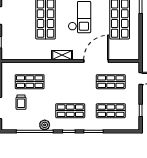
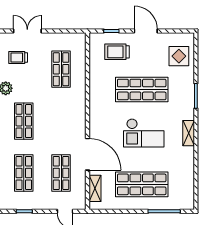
trolley: (16, 38) -> (117, 52), added
shelving: (62, 55) -> (95, 188), moved
trolley: (21, 102) -> (18, 57), moved

